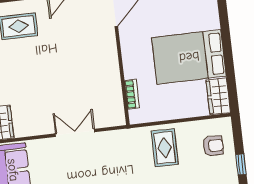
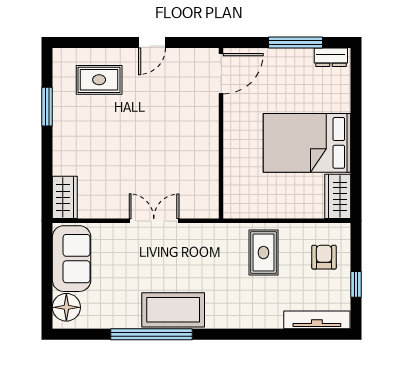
bookcase: (132, 94) -> (230, 181), removed
armchair: (213, 146) -> (324, 257), turned -90

